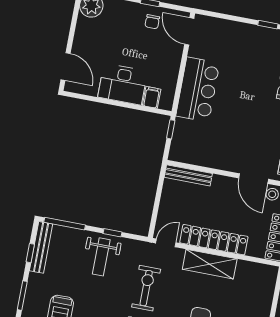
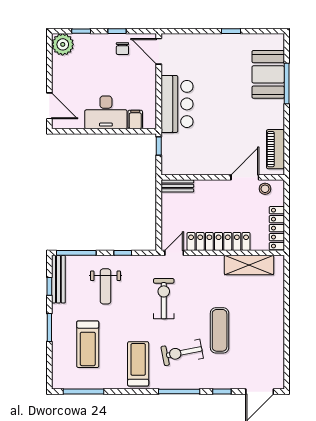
bench: (188, 175) -> (177, 186), width x0.73
door: (254, 179) -> (245, 177), swing flipped
weight bench: (101, 257) -> (106, 286), moved
shelving: (210, 264) -> (249, 265), moved

